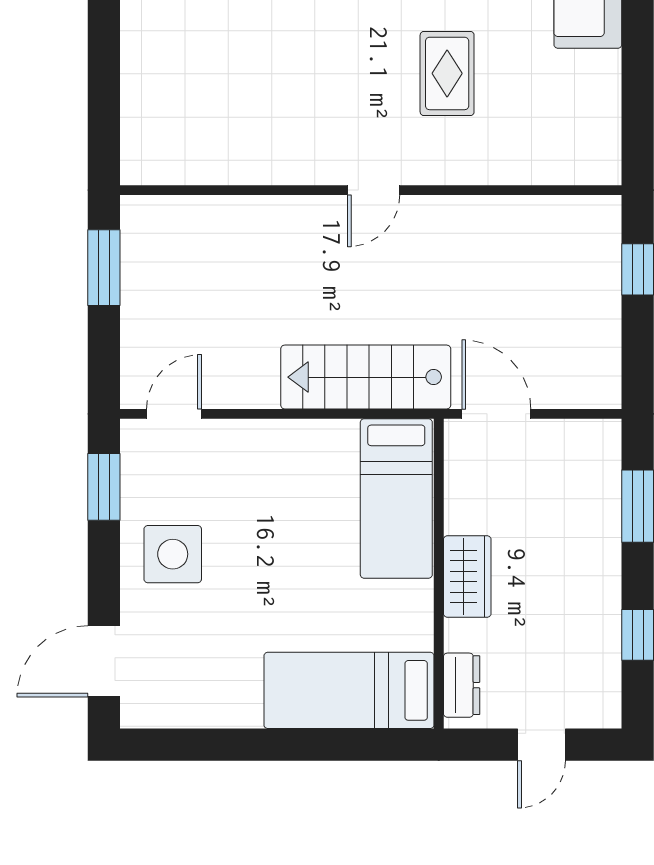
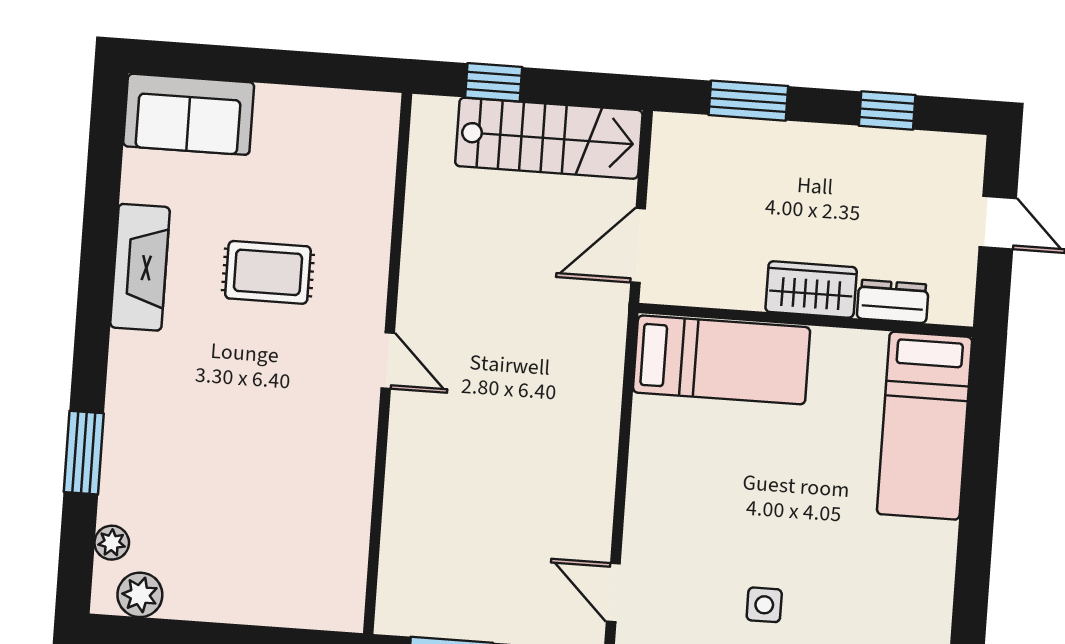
stairs: (366, 377) -> (549, 138), moved, turned -90
side table: (173, 554) -> (764, 605), width x0.54, depth x0.54
dresser: (462, 685) -> (893, 301), moved

